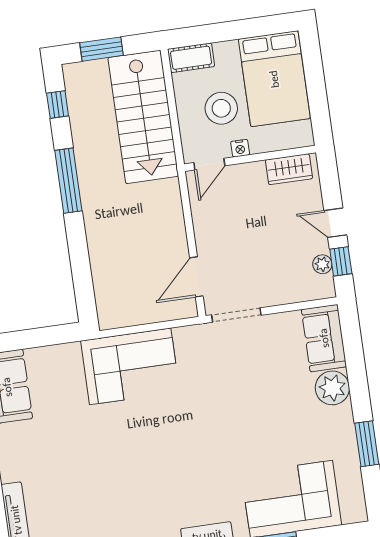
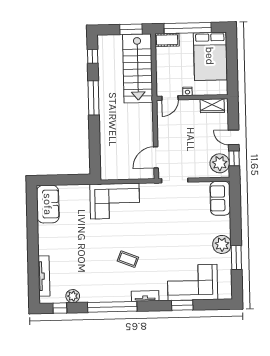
window: (226, 31) -> (188, 28), added
window: (101, 49) -> (131, 29), moved
stool: (221, 108) -> (180, 69), removed
plant: (322, 264) -> (220, 163), width x1.88, depth x1.88
plant: (332, 388) -> (222, 244), moved
coffee table: (167, 470) -> (128, 259), added

